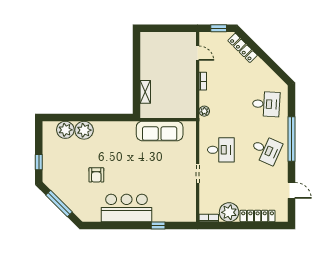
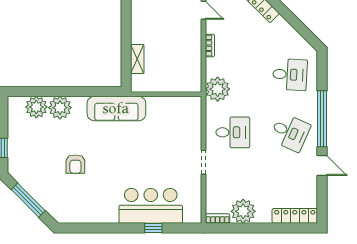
plant: (204, 111) -> (218, 89), width x1.87, depth x1.87
sofa: (160, 131) -> (116, 109), moved
door: (291, 190) -> (322, 165), moved
bar counter: (127, 208) -> (151, 206), moved
locker: (258, 216) -> (295, 216), moved

